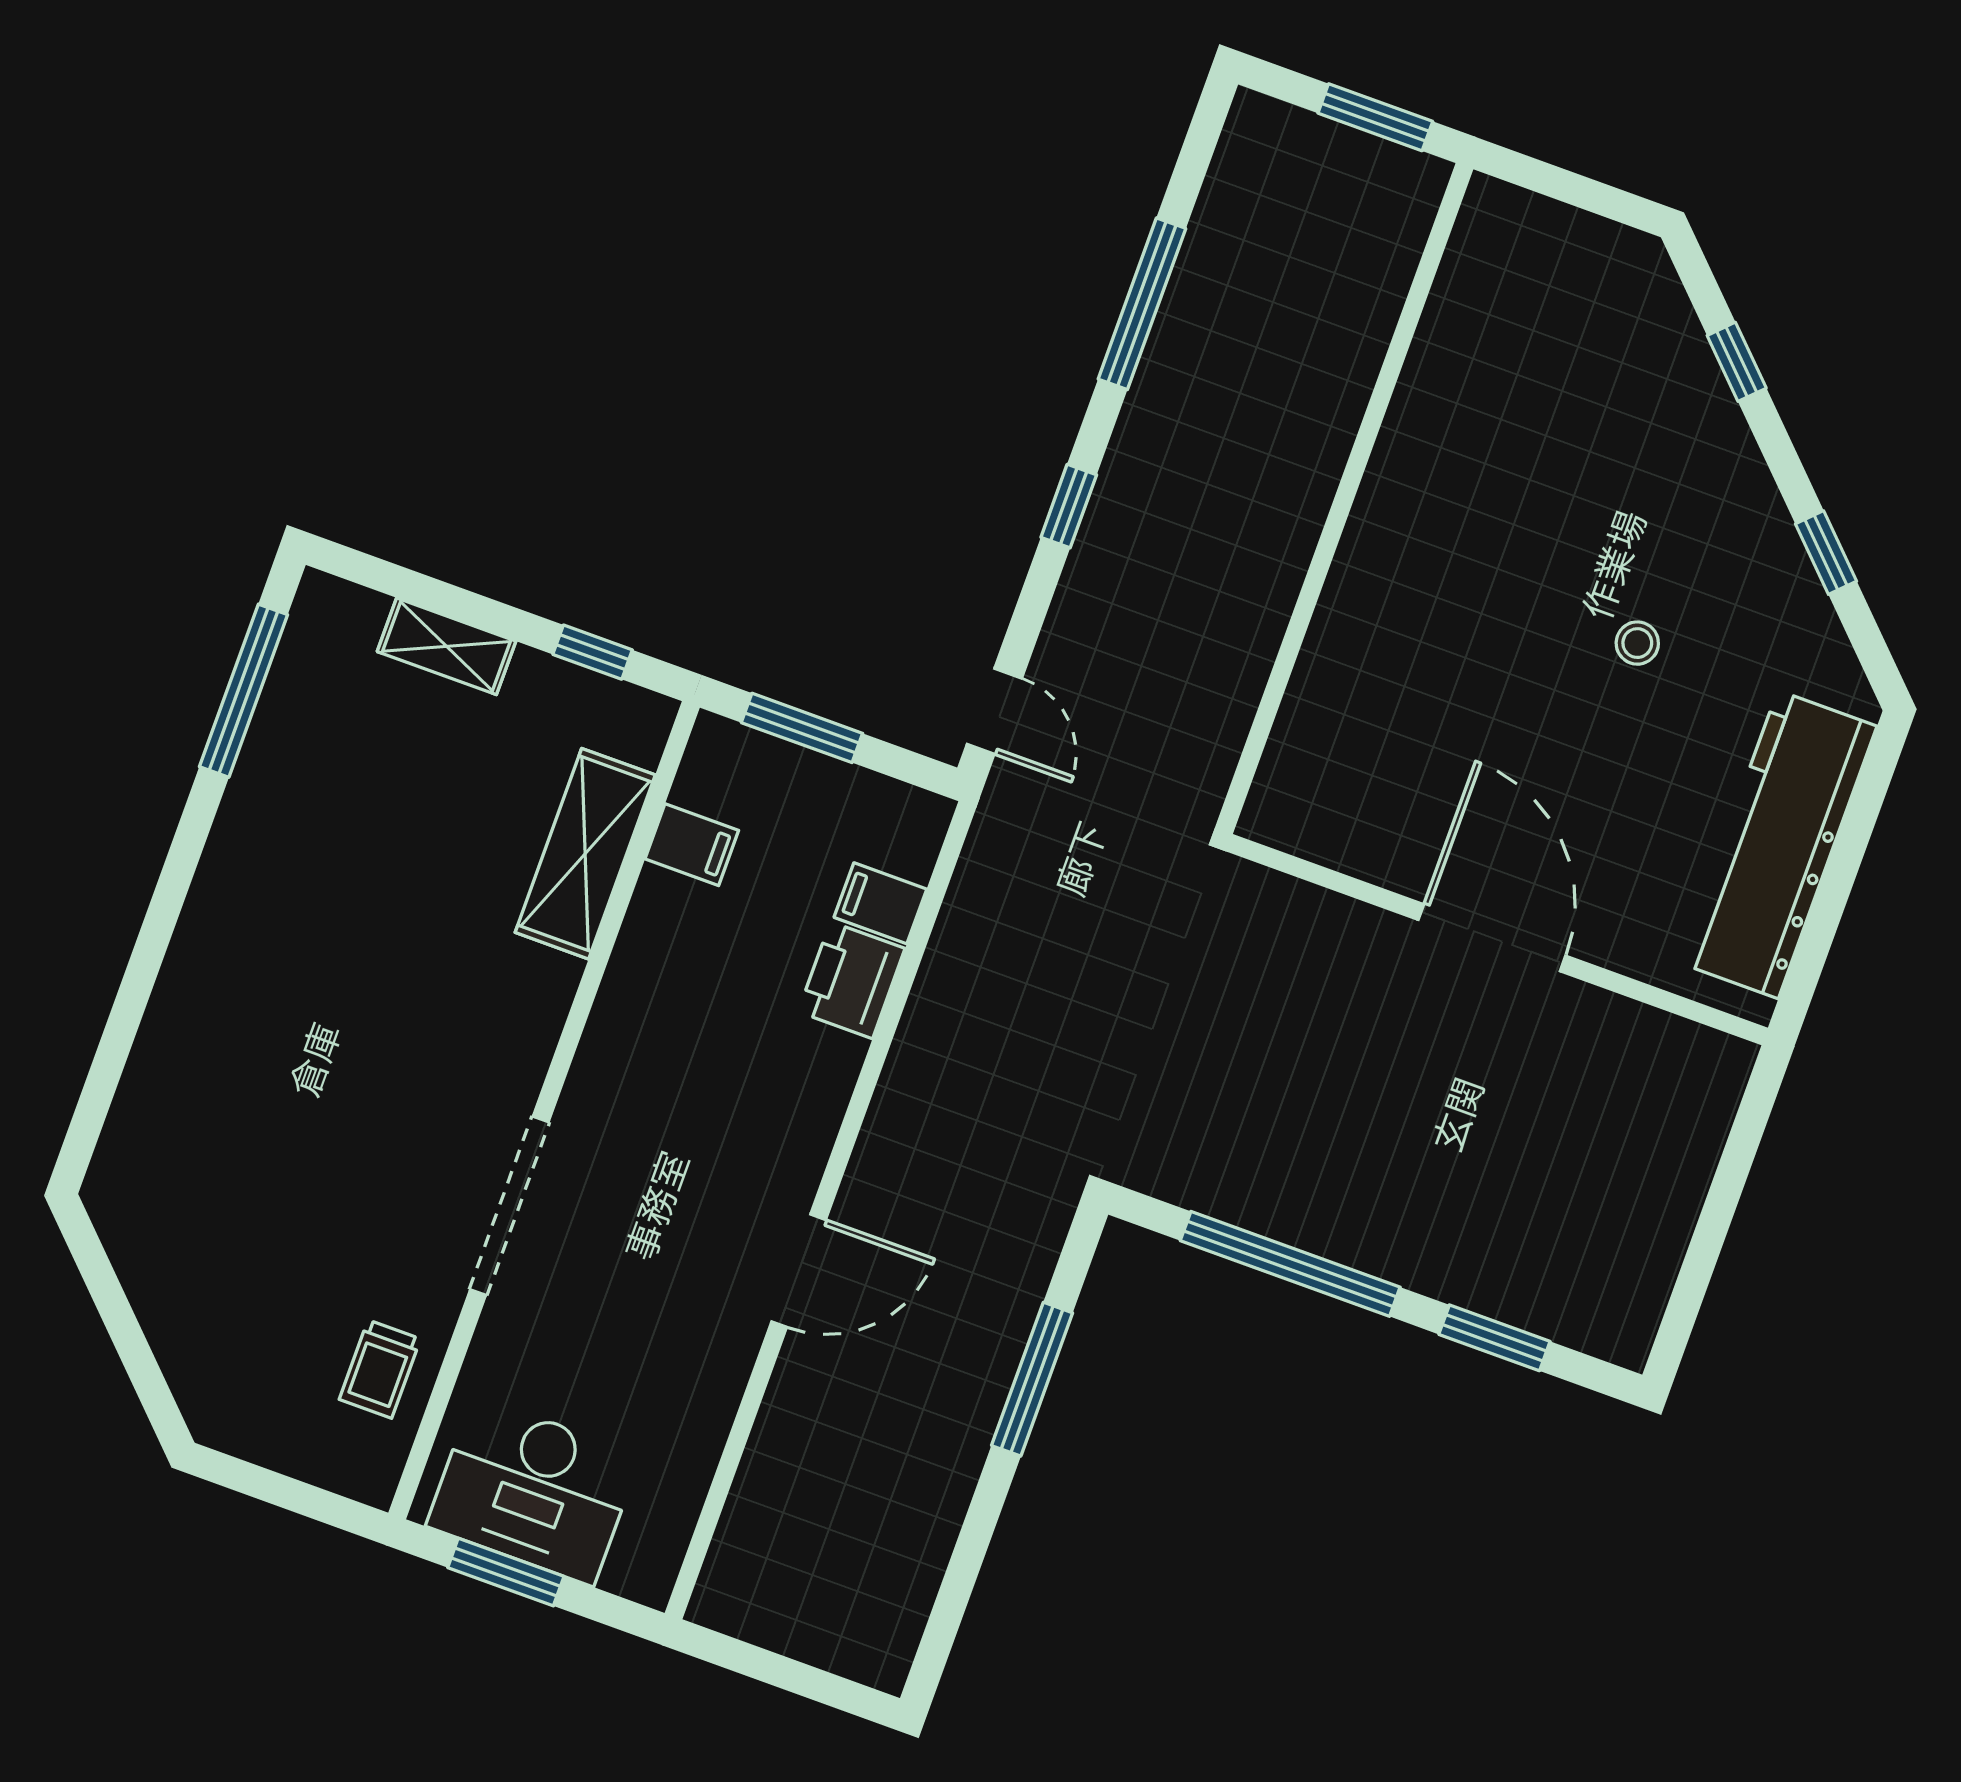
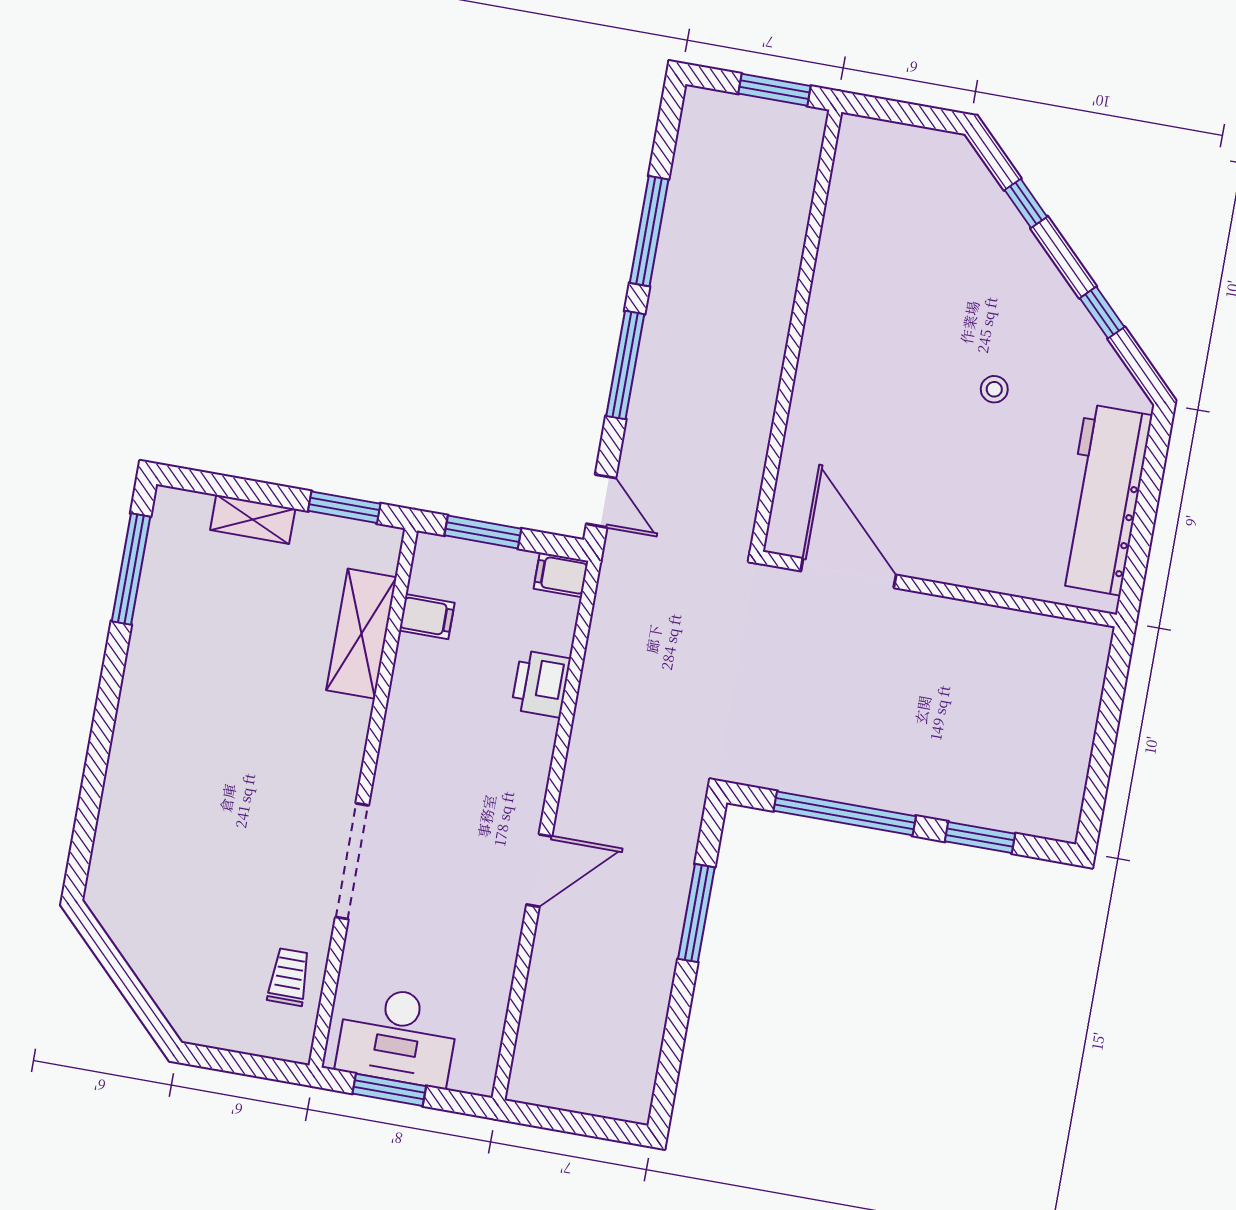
window: (1069, 506) -> (625, 365), width x2.17
window: (593, 652) -> (344, 507), width x1.50
filing cabinet: (880, 903) -> (561, 575), moved
door: (1492, 938) -> (848, 573), moved
trolley: (380, 1369) -> (289, 977), turned 180

